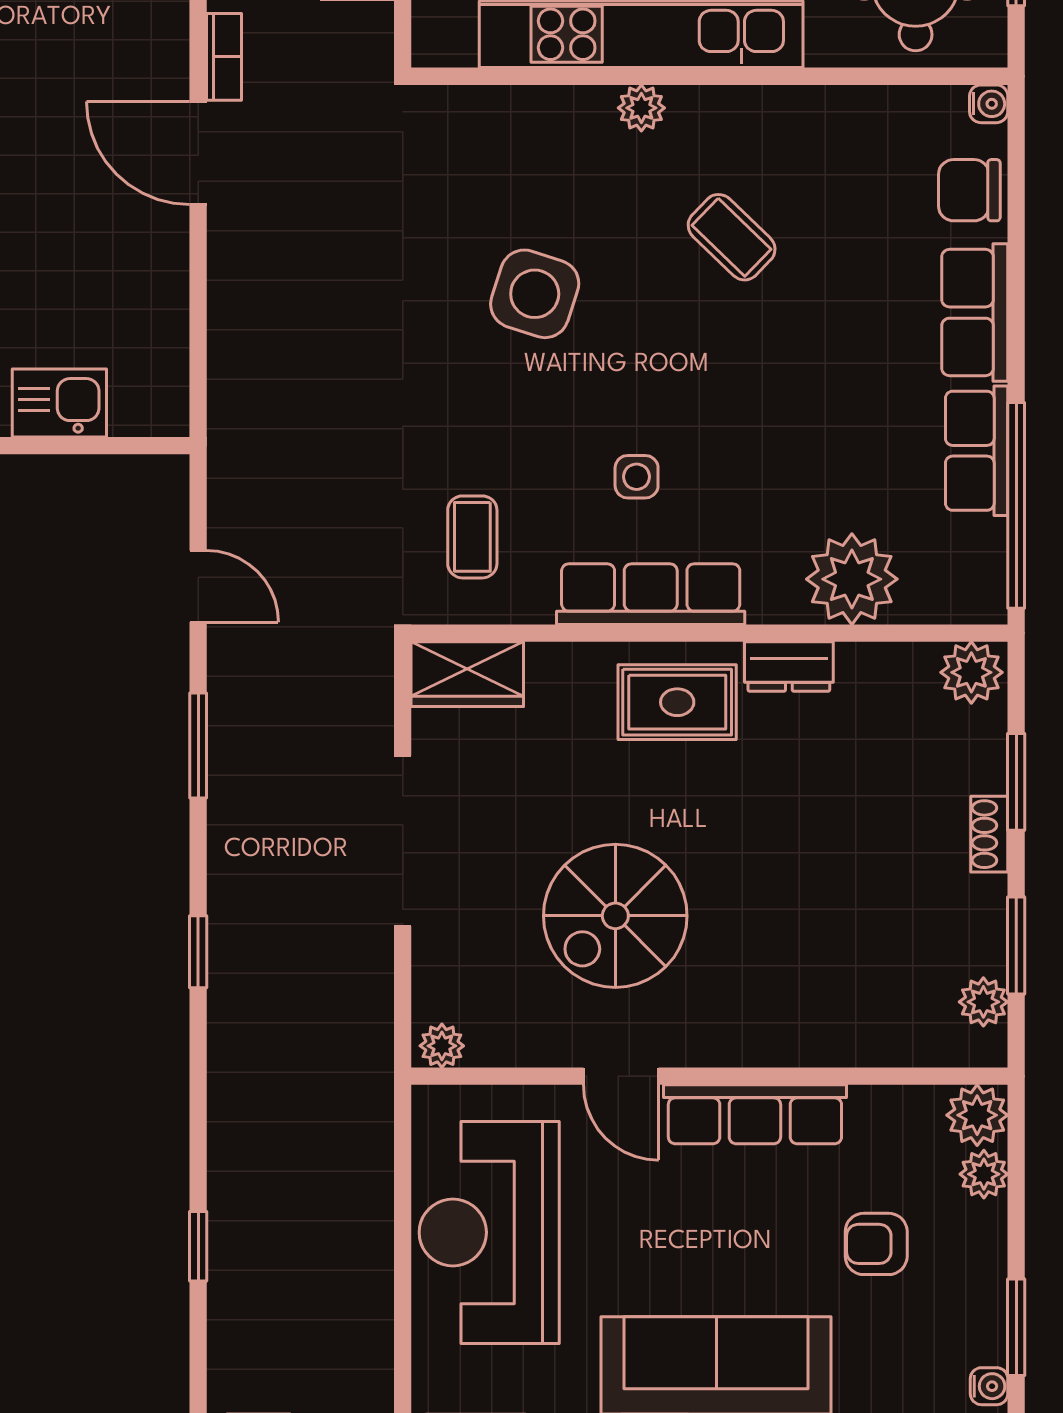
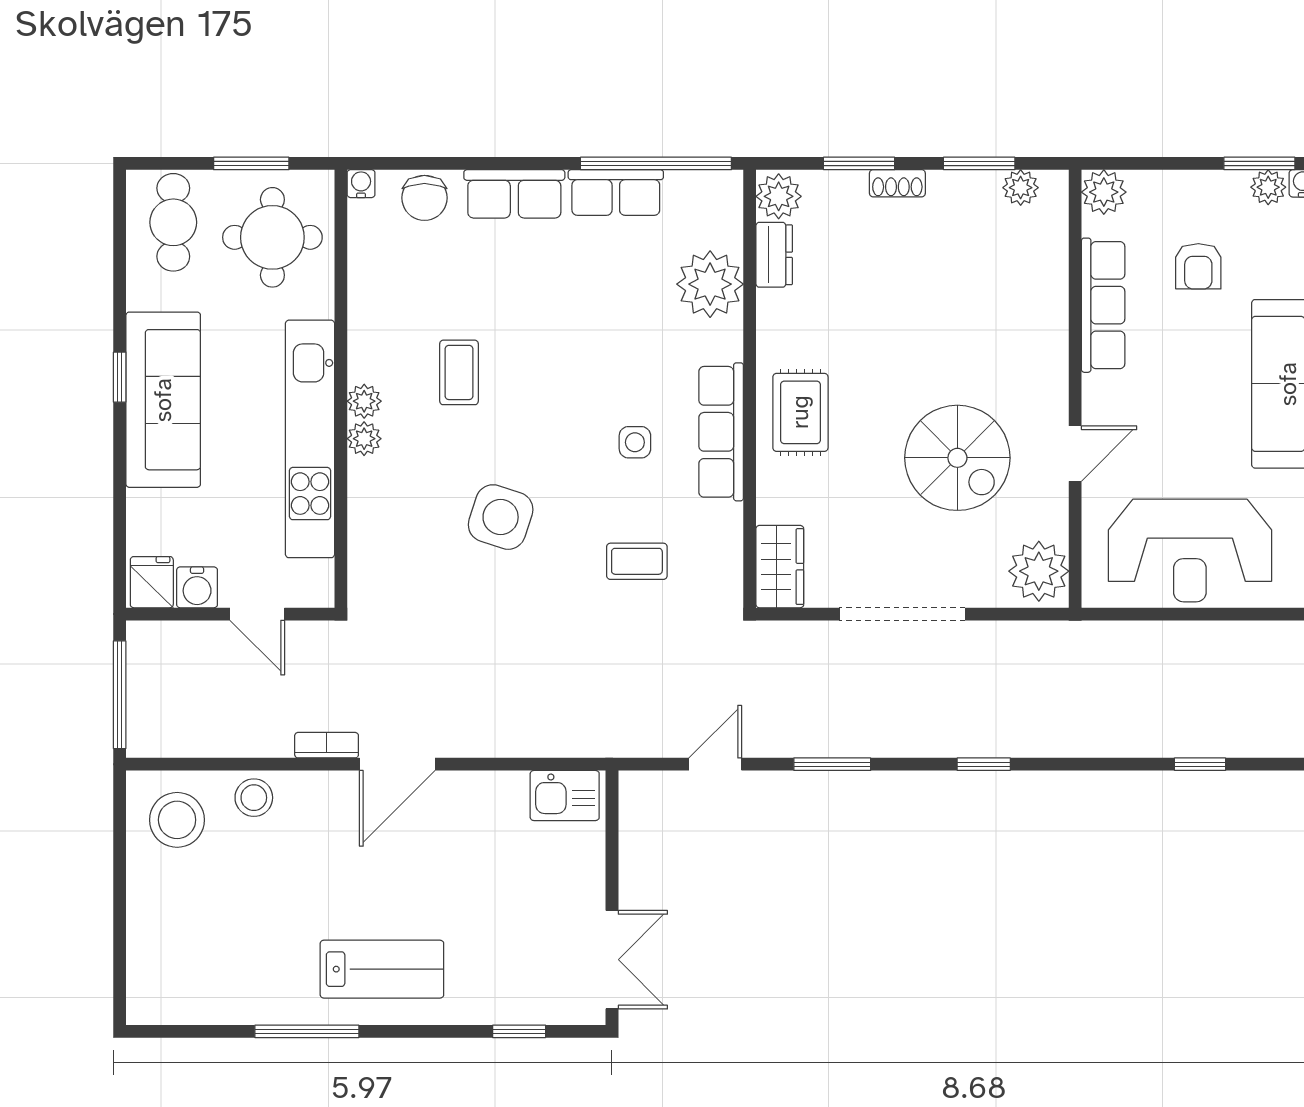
plant: (692, 108) -> (364, 401), added
coffee table: (732, 237) -> (459, 372), turned -44
kitchen sink: (59, 403) -> (565, 796), moved, turned -90
coffee table: (472, 537) -> (637, 561), moved
dresser: (789, 666) -> (774, 255), moved
plant: (442, 1046) -> (1039, 571), width x1.88, depth x1.88
row of seats: (755, 1114) -> (1103, 305), moved
plant: (984, 1174) -> (1268, 187), moved

